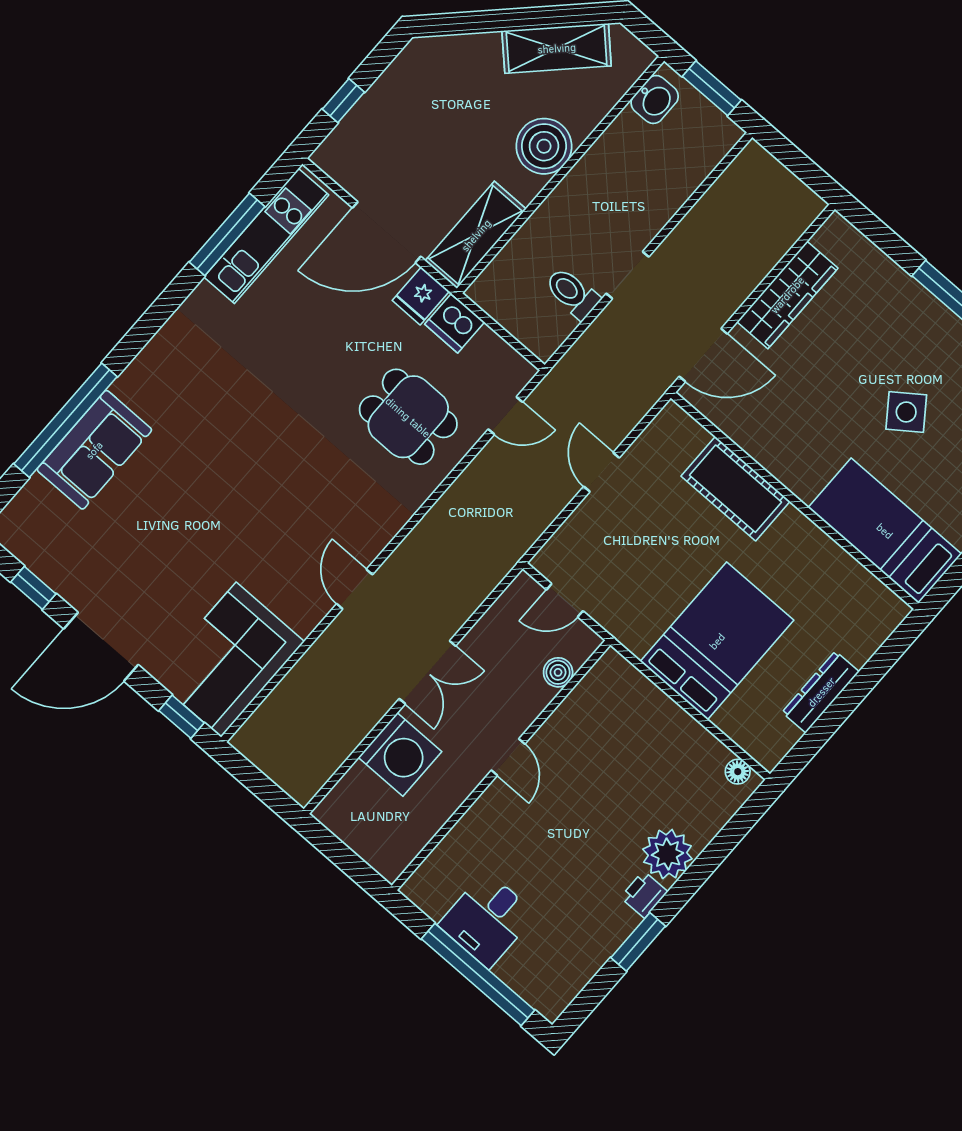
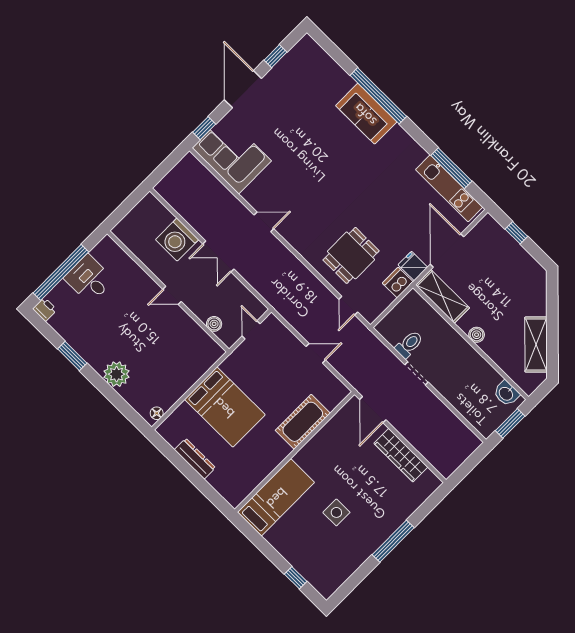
boiler: (544, 146) -> (477, 335), width x0.54, depth x0.54
side table: (906, 412) -> (336, 512), turned 36
window: (66, 420) -> (378, 96), moved
sofa: (94, 450) -> (366, 114), moved
printer: (644, 894) -> (45, 309), moved

